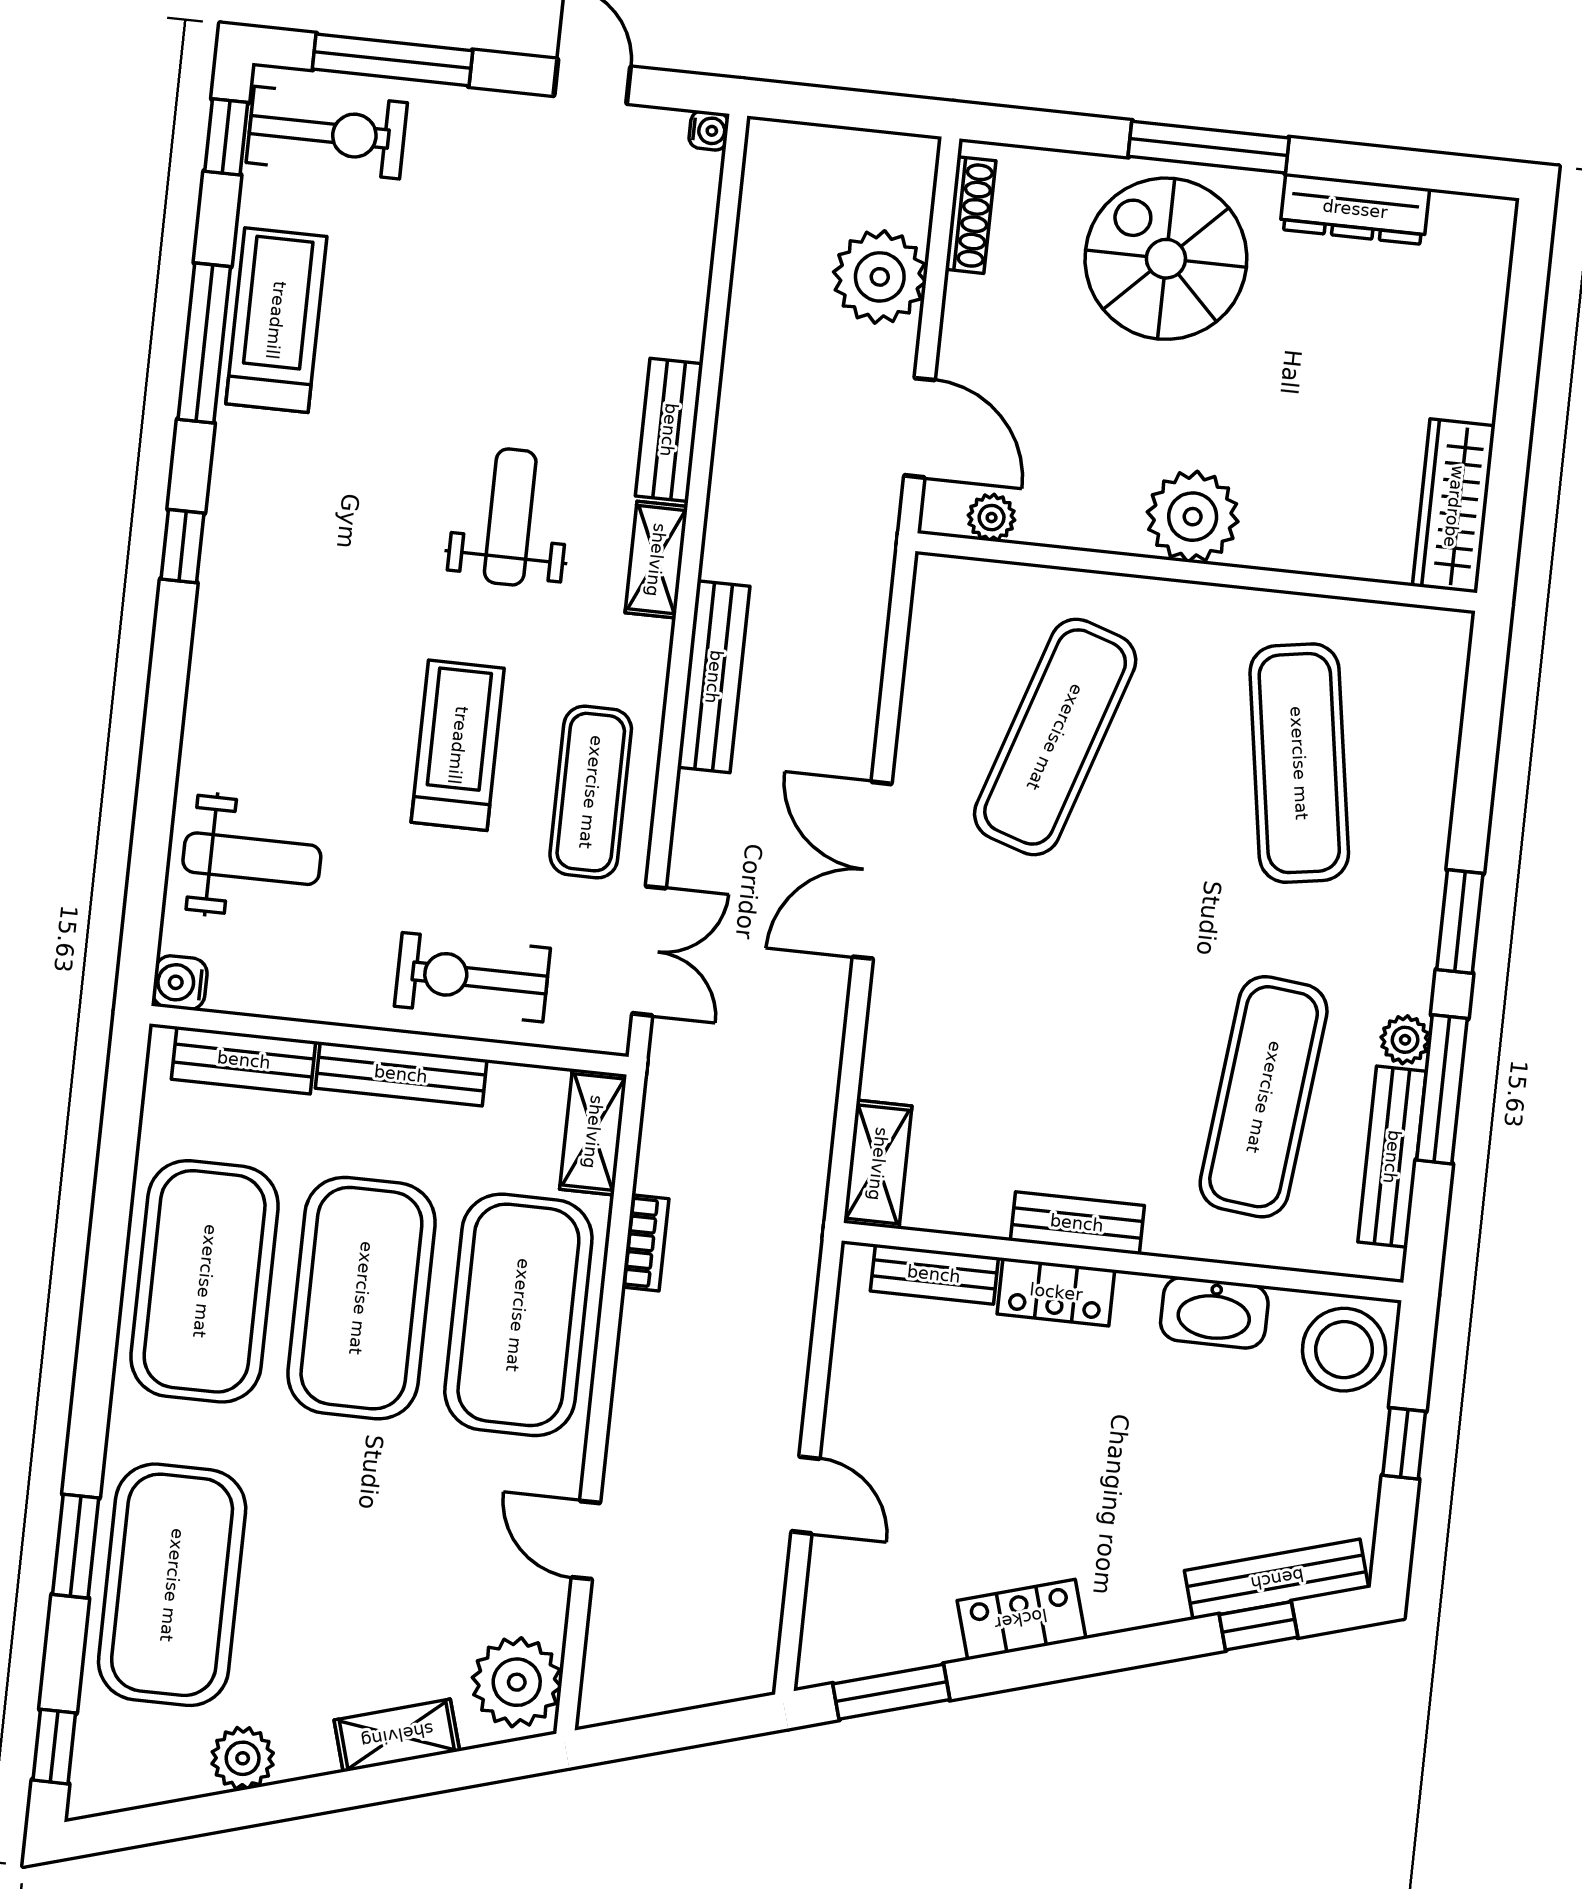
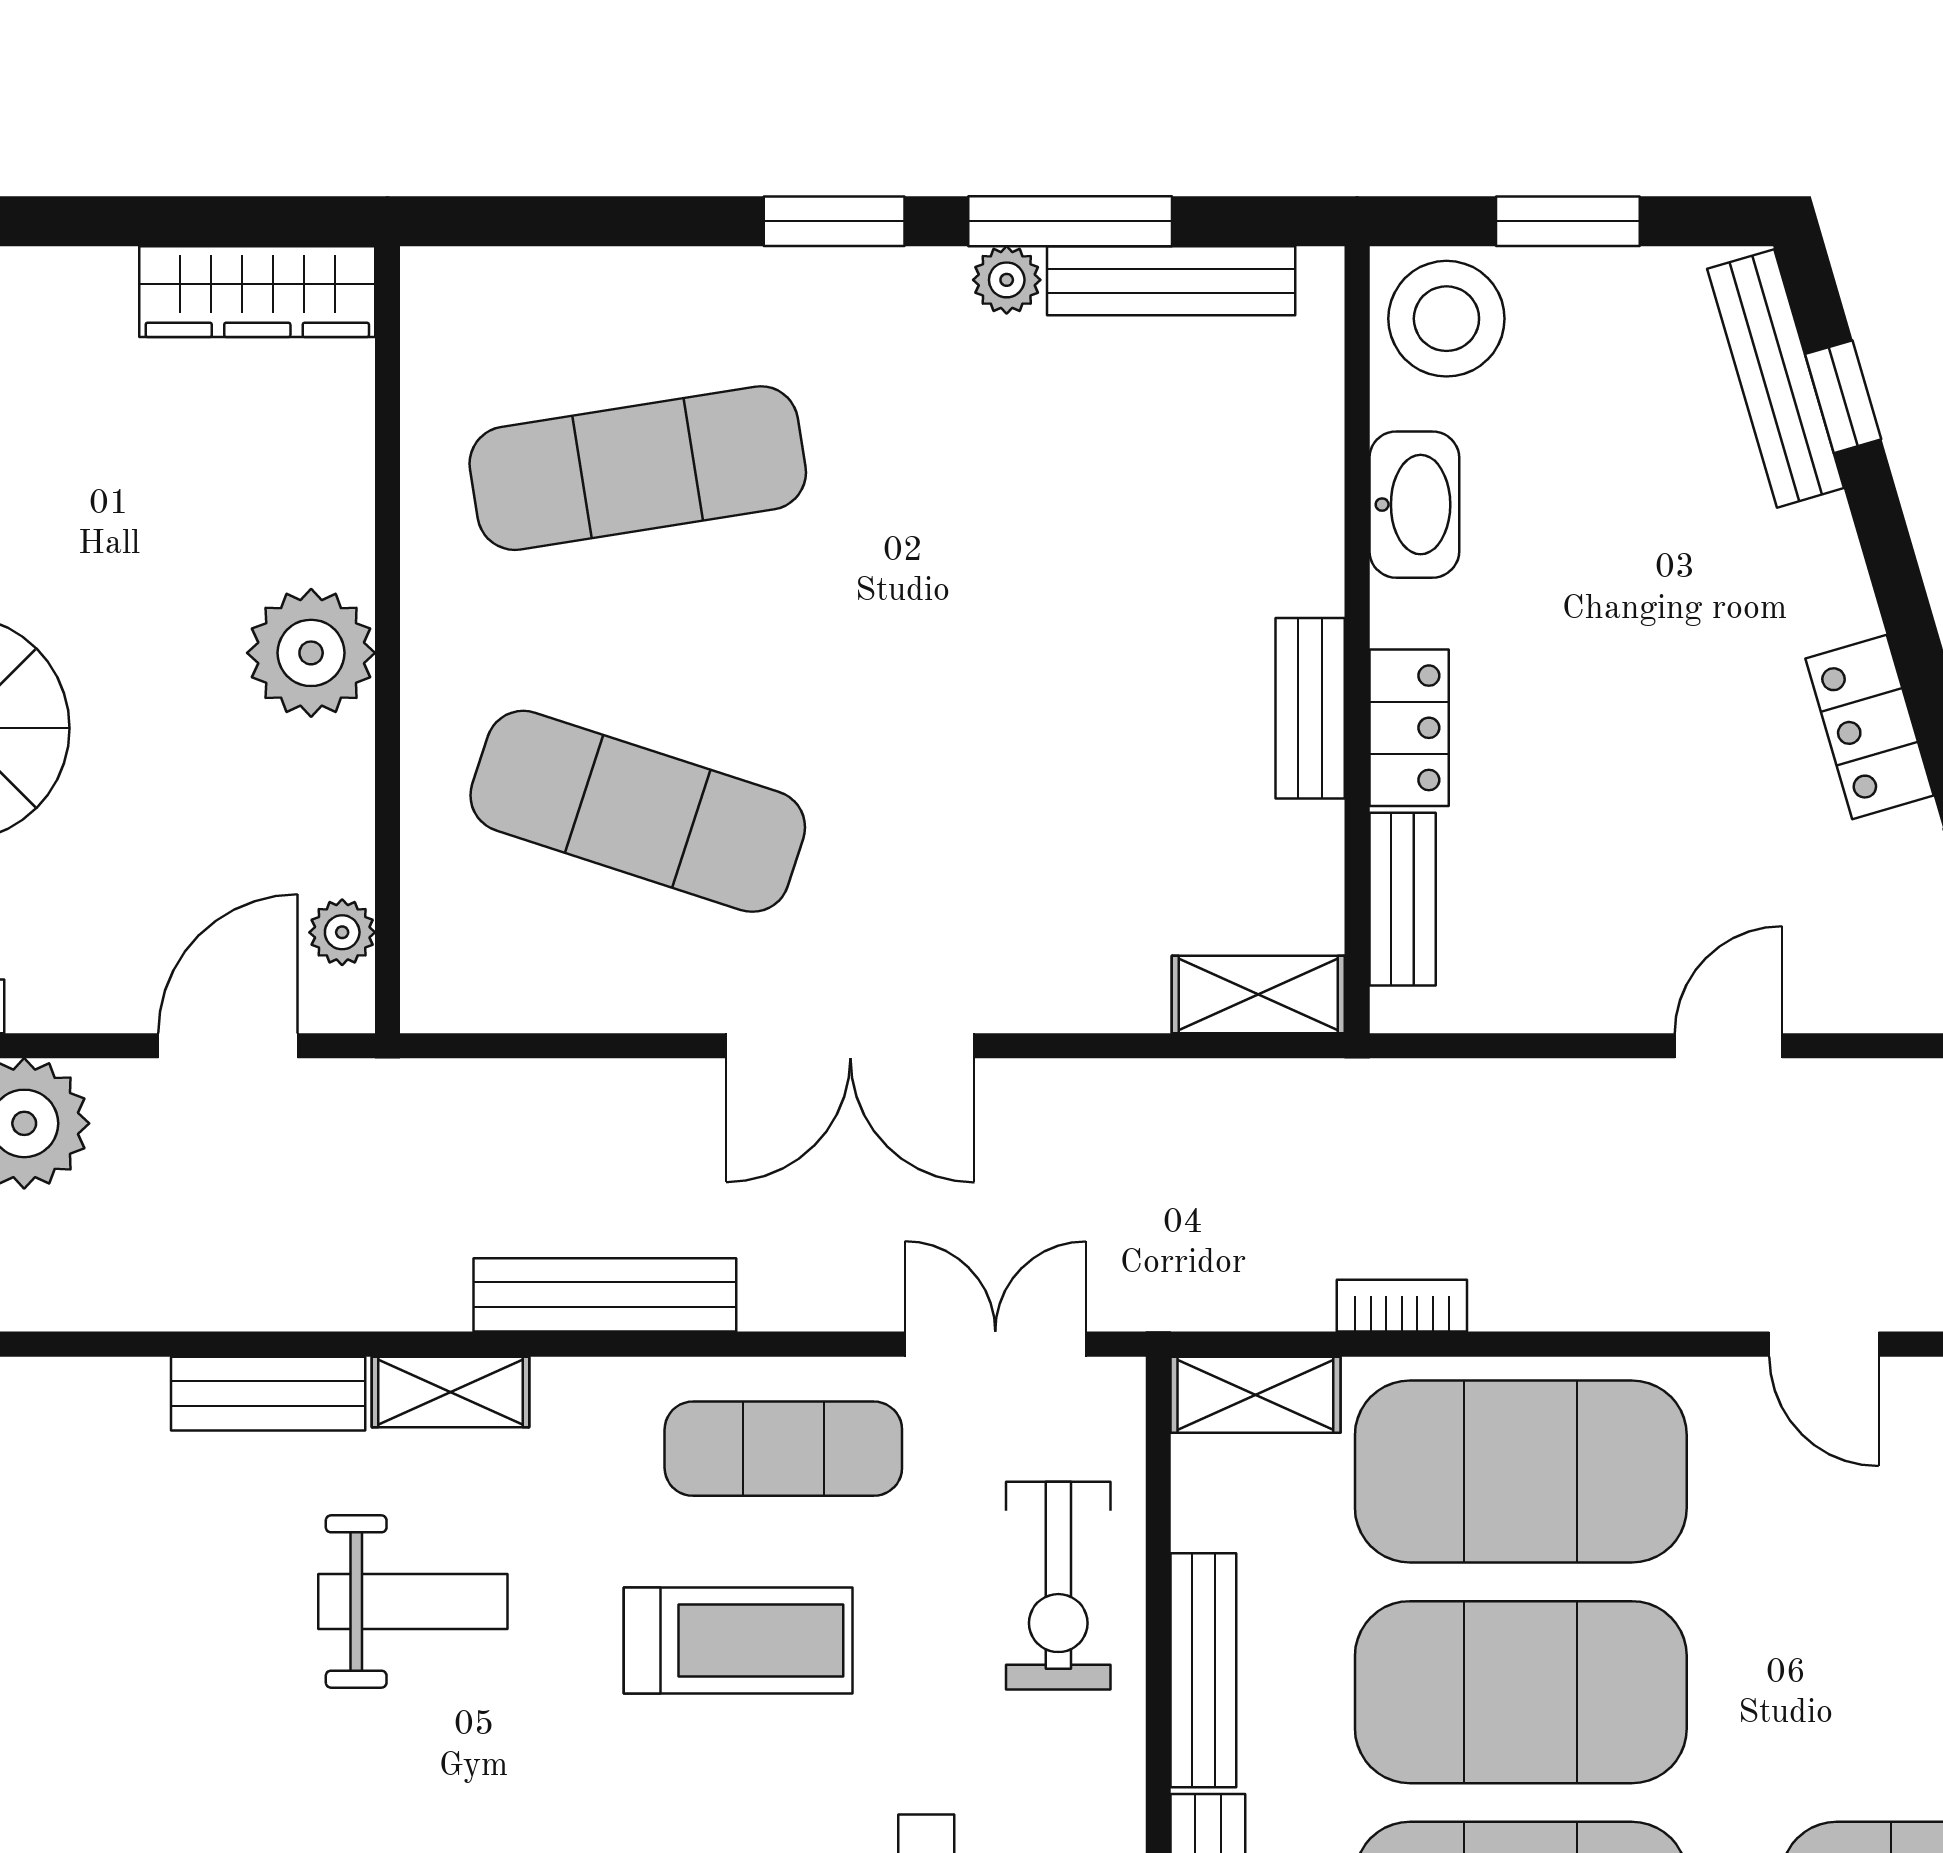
weight bench: (510, 517) -> (413, 1602), turned 180
treadmill: (458, 745) -> (738, 1641), turned 180
exercise mat: (1264, 1097) -> (1107, 468), removed
window: (1404, 1443) -> (1568, 221), width x1.50
door: (586, 1540) -> (1824, 1344), hinge flipped

